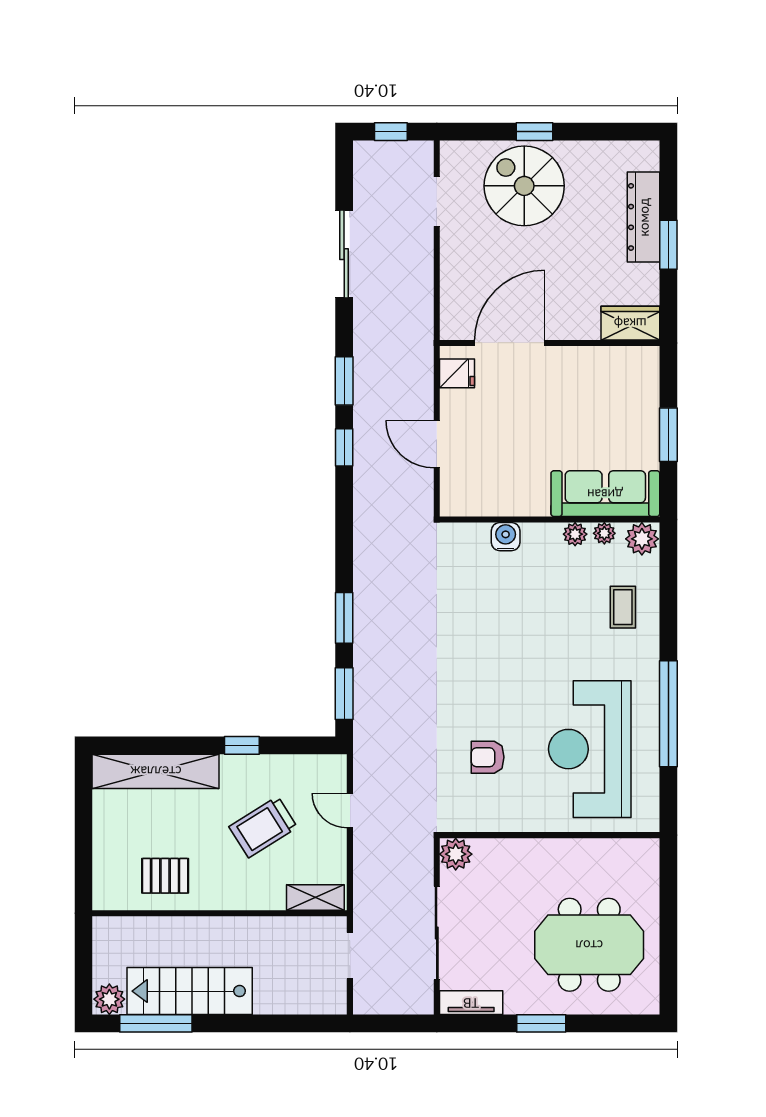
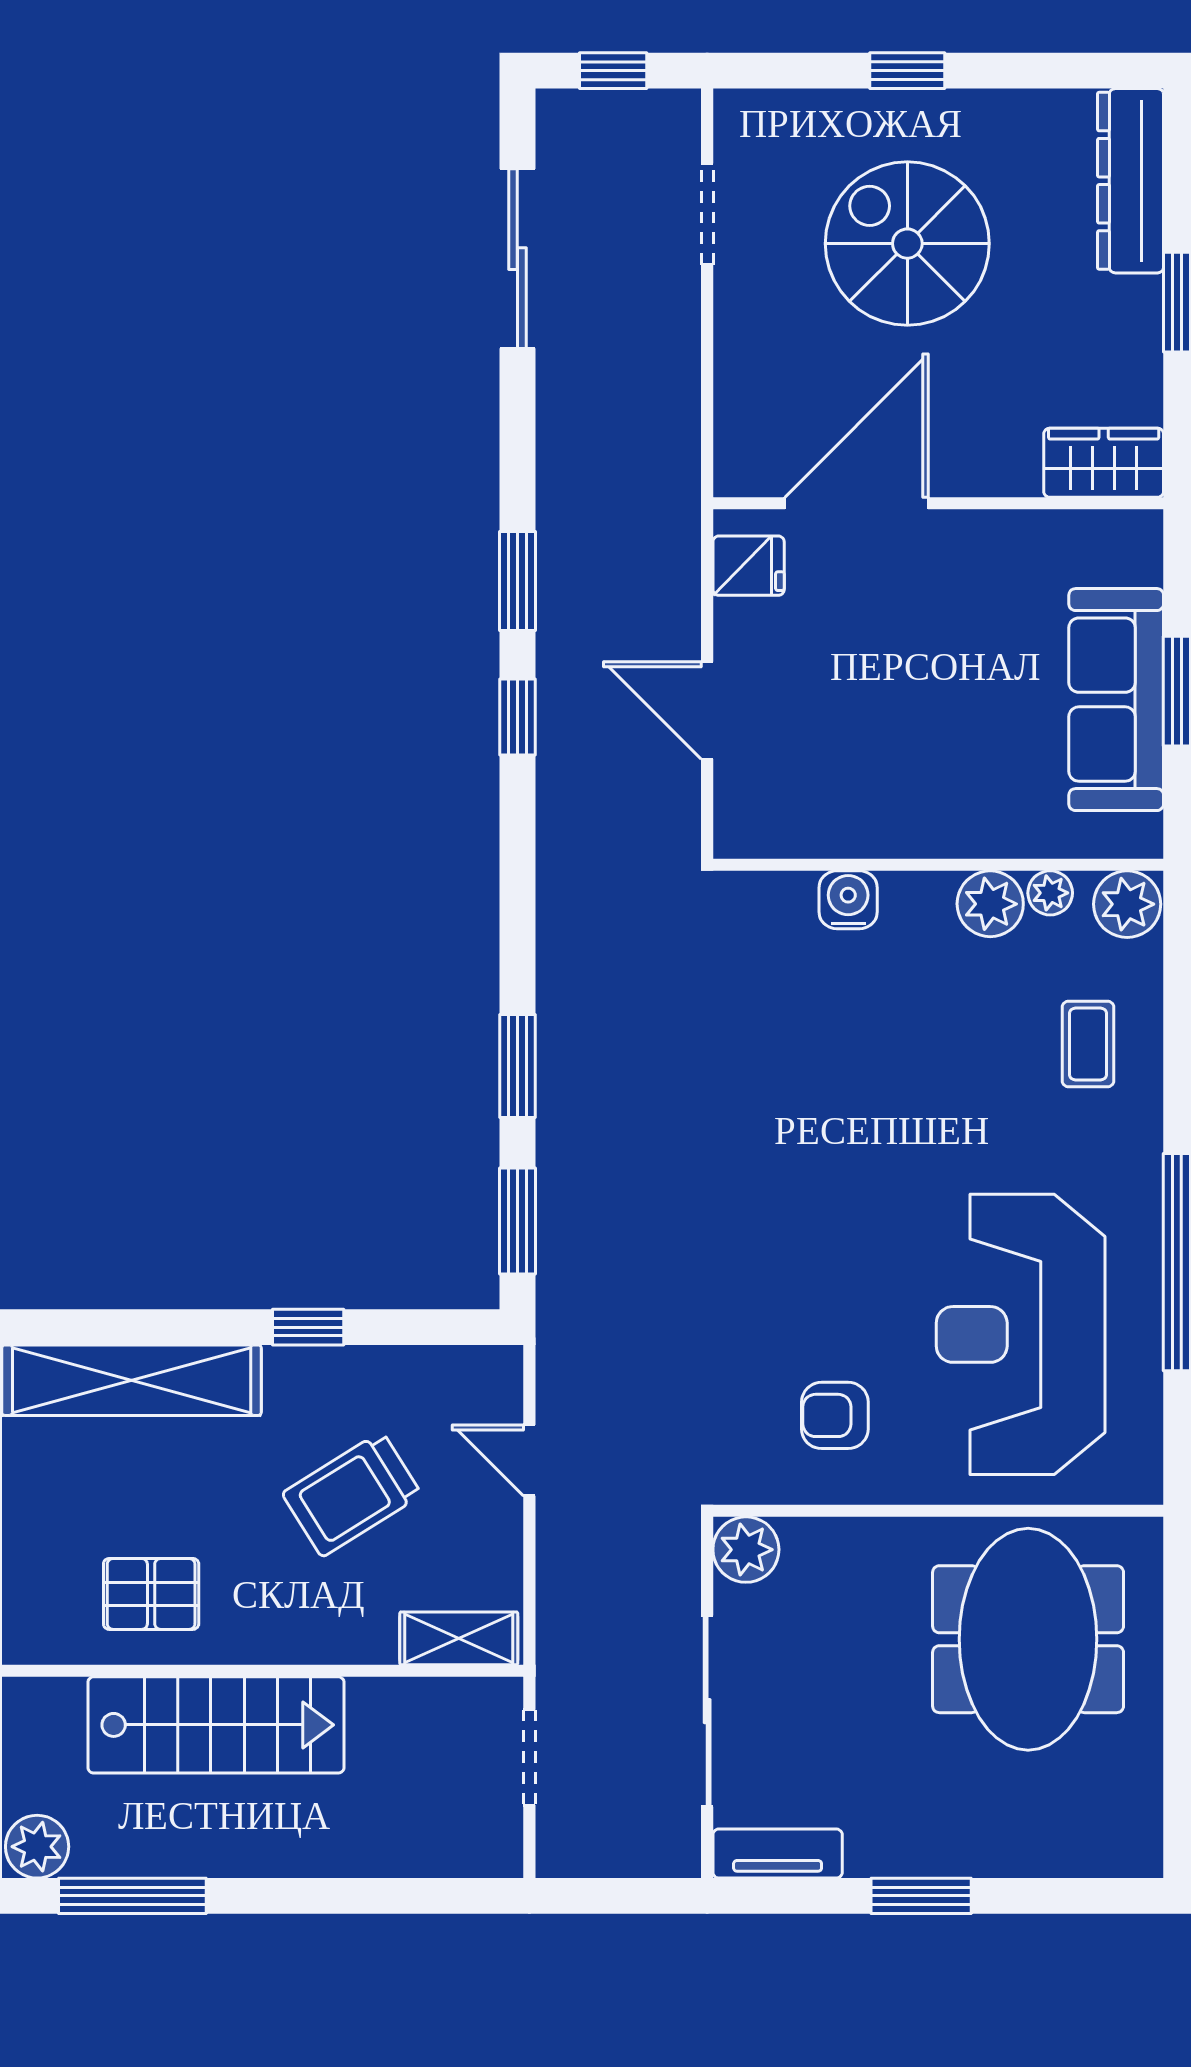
spiral stairs: (524, 186) -> (907, 244), moved
dresser: (644, 217) -> (1131, 181), moved
sliding door: (344, 254) -> (517, 259), moved
sofa: (605, 494) -> (1116, 700), moved, turned -90
plant: (575, 534) -> (990, 904), width x1.38, depth x1.38
armchair: (488, 757) -> (835, 1415), moved
meeting table: (589, 945) -> (1028, 1639), moved, turned 90
stairs: (190, 991) -> (216, 1725), moved, turned 180

